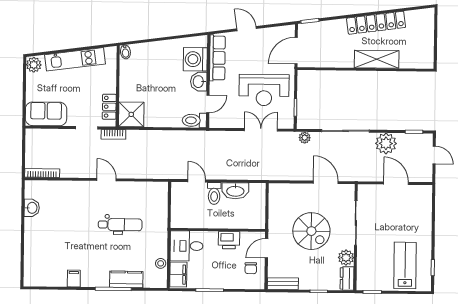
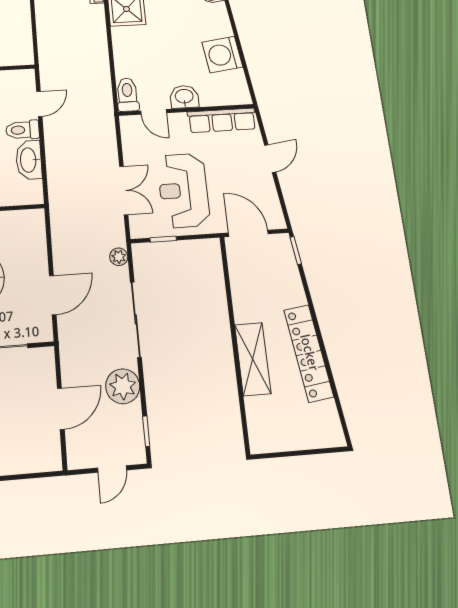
washing machine: (195, 59) -> (222, 55), moved, turned -98

